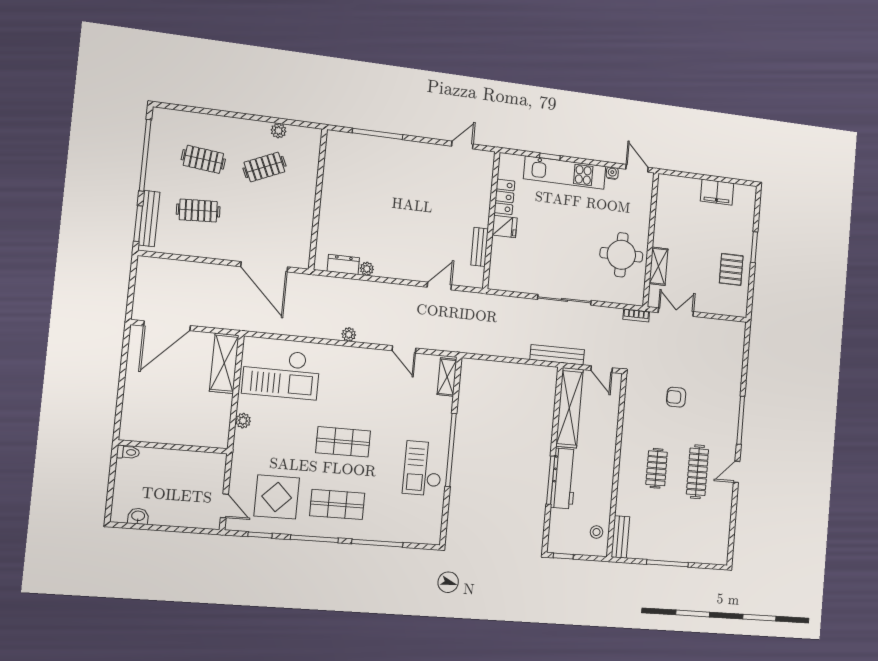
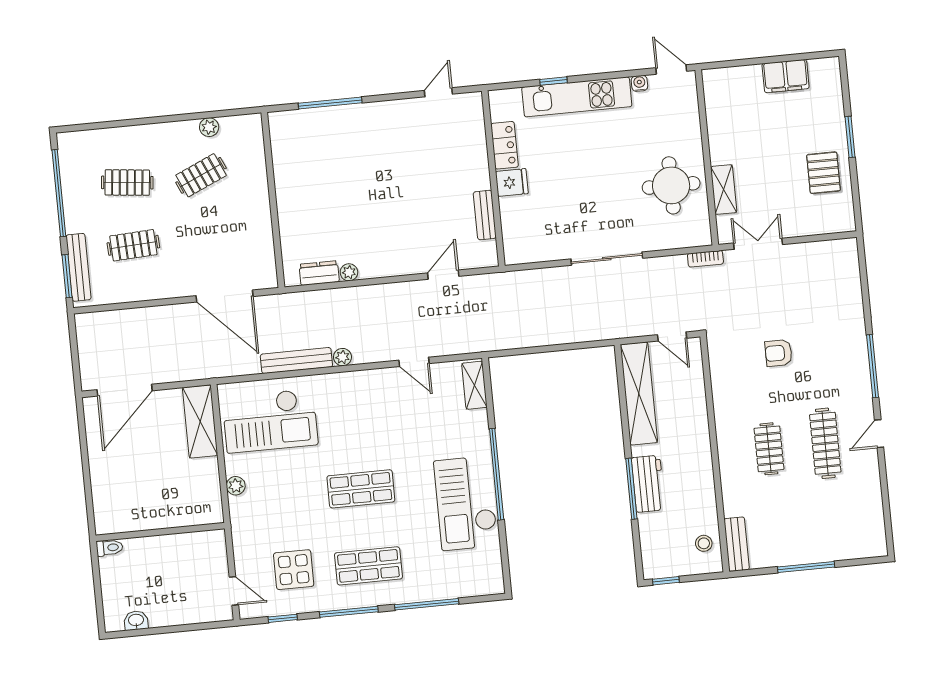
bench: (557, 355) -> (296, 361), moved
checkout: (423, 468) -> (466, 503), width x1.36, depth x1.21
workbench: (564, 479) -> (648, 484), width x0.73
display table: (277, 497) -> (294, 570), width x0.73, depth x0.73

